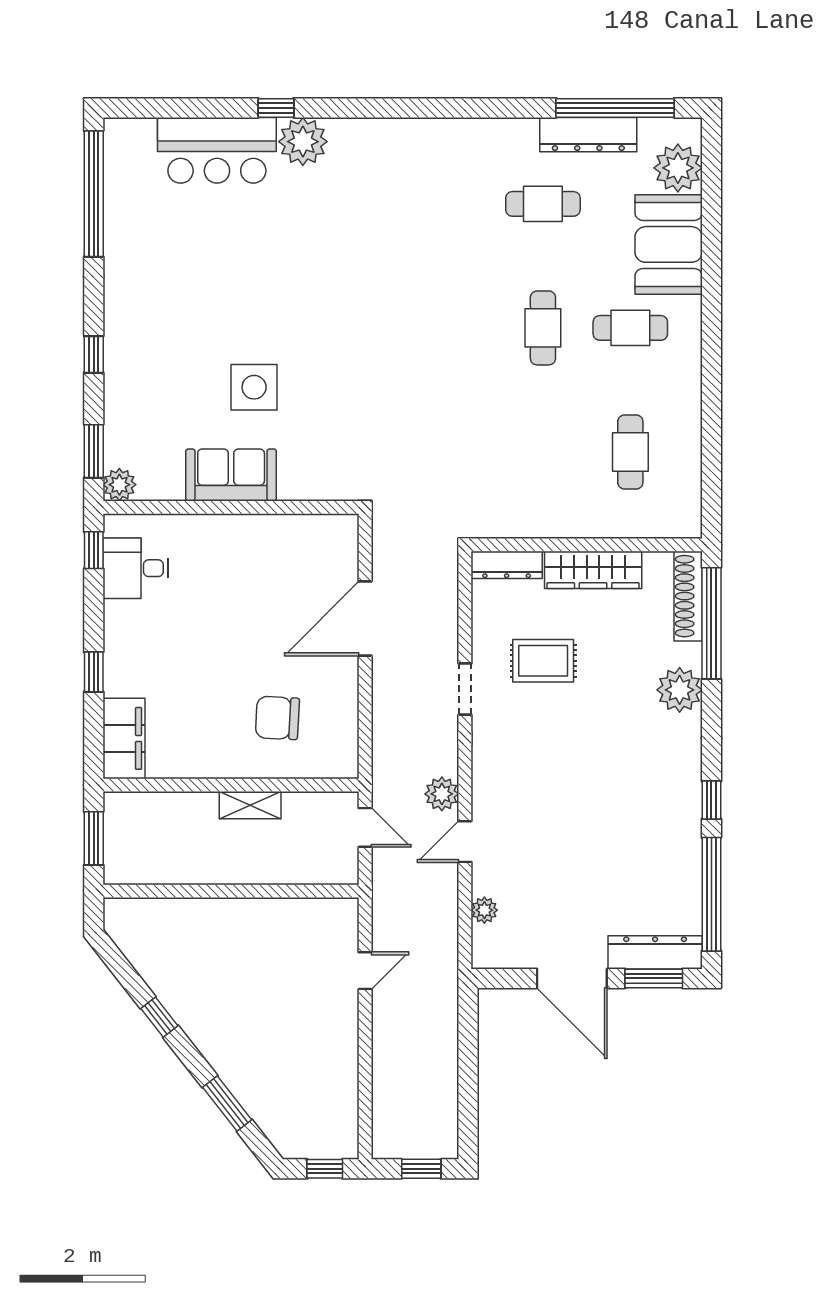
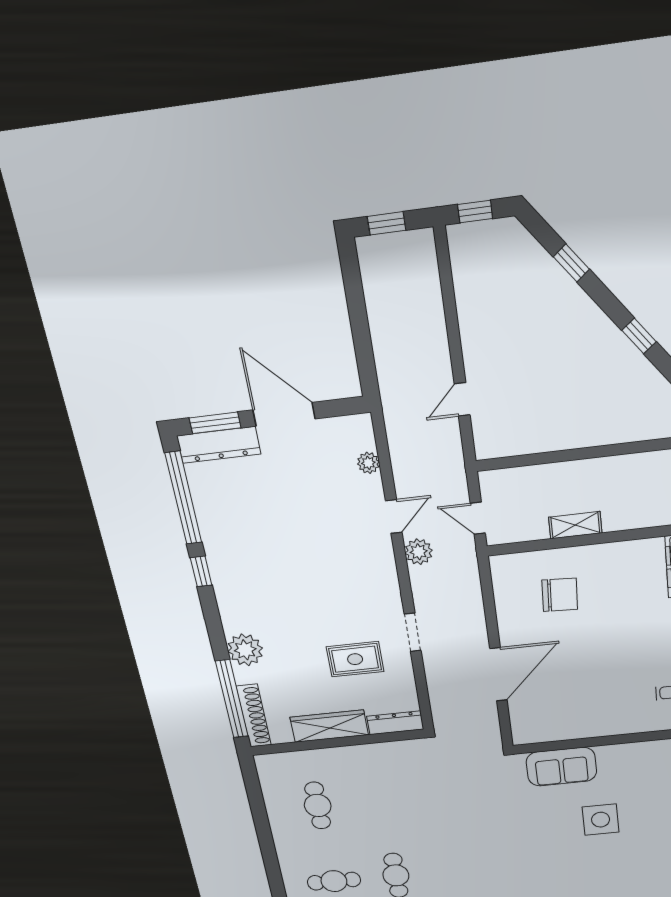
sofa: (231, 475) -> (561, 767), moved
window: (227, 1104) -> (571, 263), width x0.67

